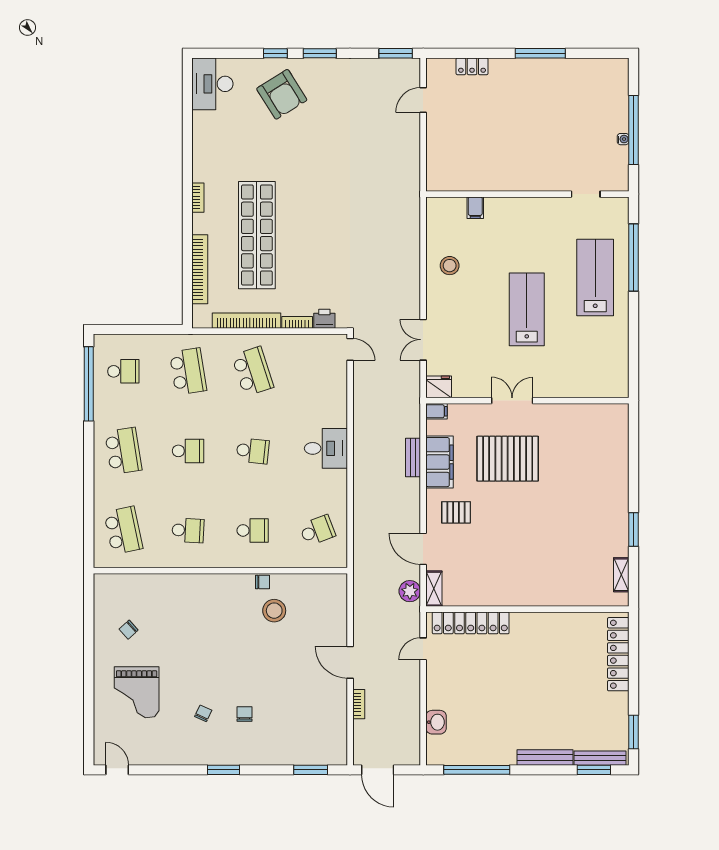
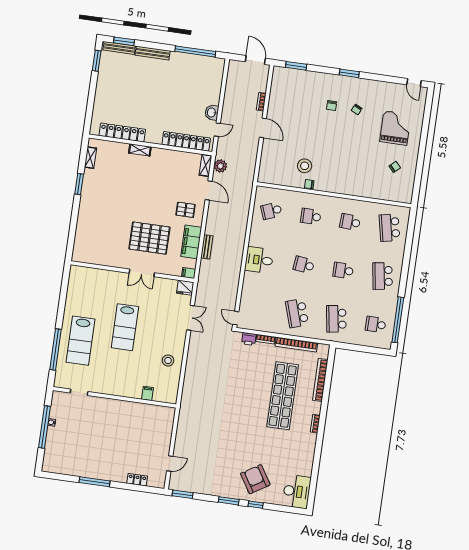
shelving: (543, 598) -> (140, 150), added
locker: (618, 654) -> (122, 133), moved, turned -90
washbasin: (436, 722) -> (212, 113), moved

